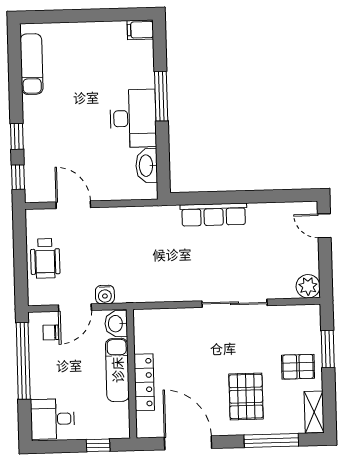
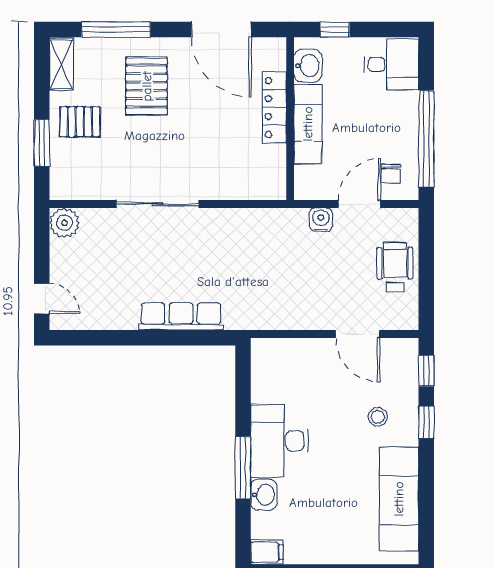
exam couch: (32, 64) -> (399, 499), width x1.36, depth x1.45
stool: (55, 139) -> (378, 417), added
washbasin: (147, 166) -> (264, 495), moved, width x0.72
washbasin: (116, 324) -> (308, 66), moved
chair: (51, 332) -> (391, 174), turned 90

